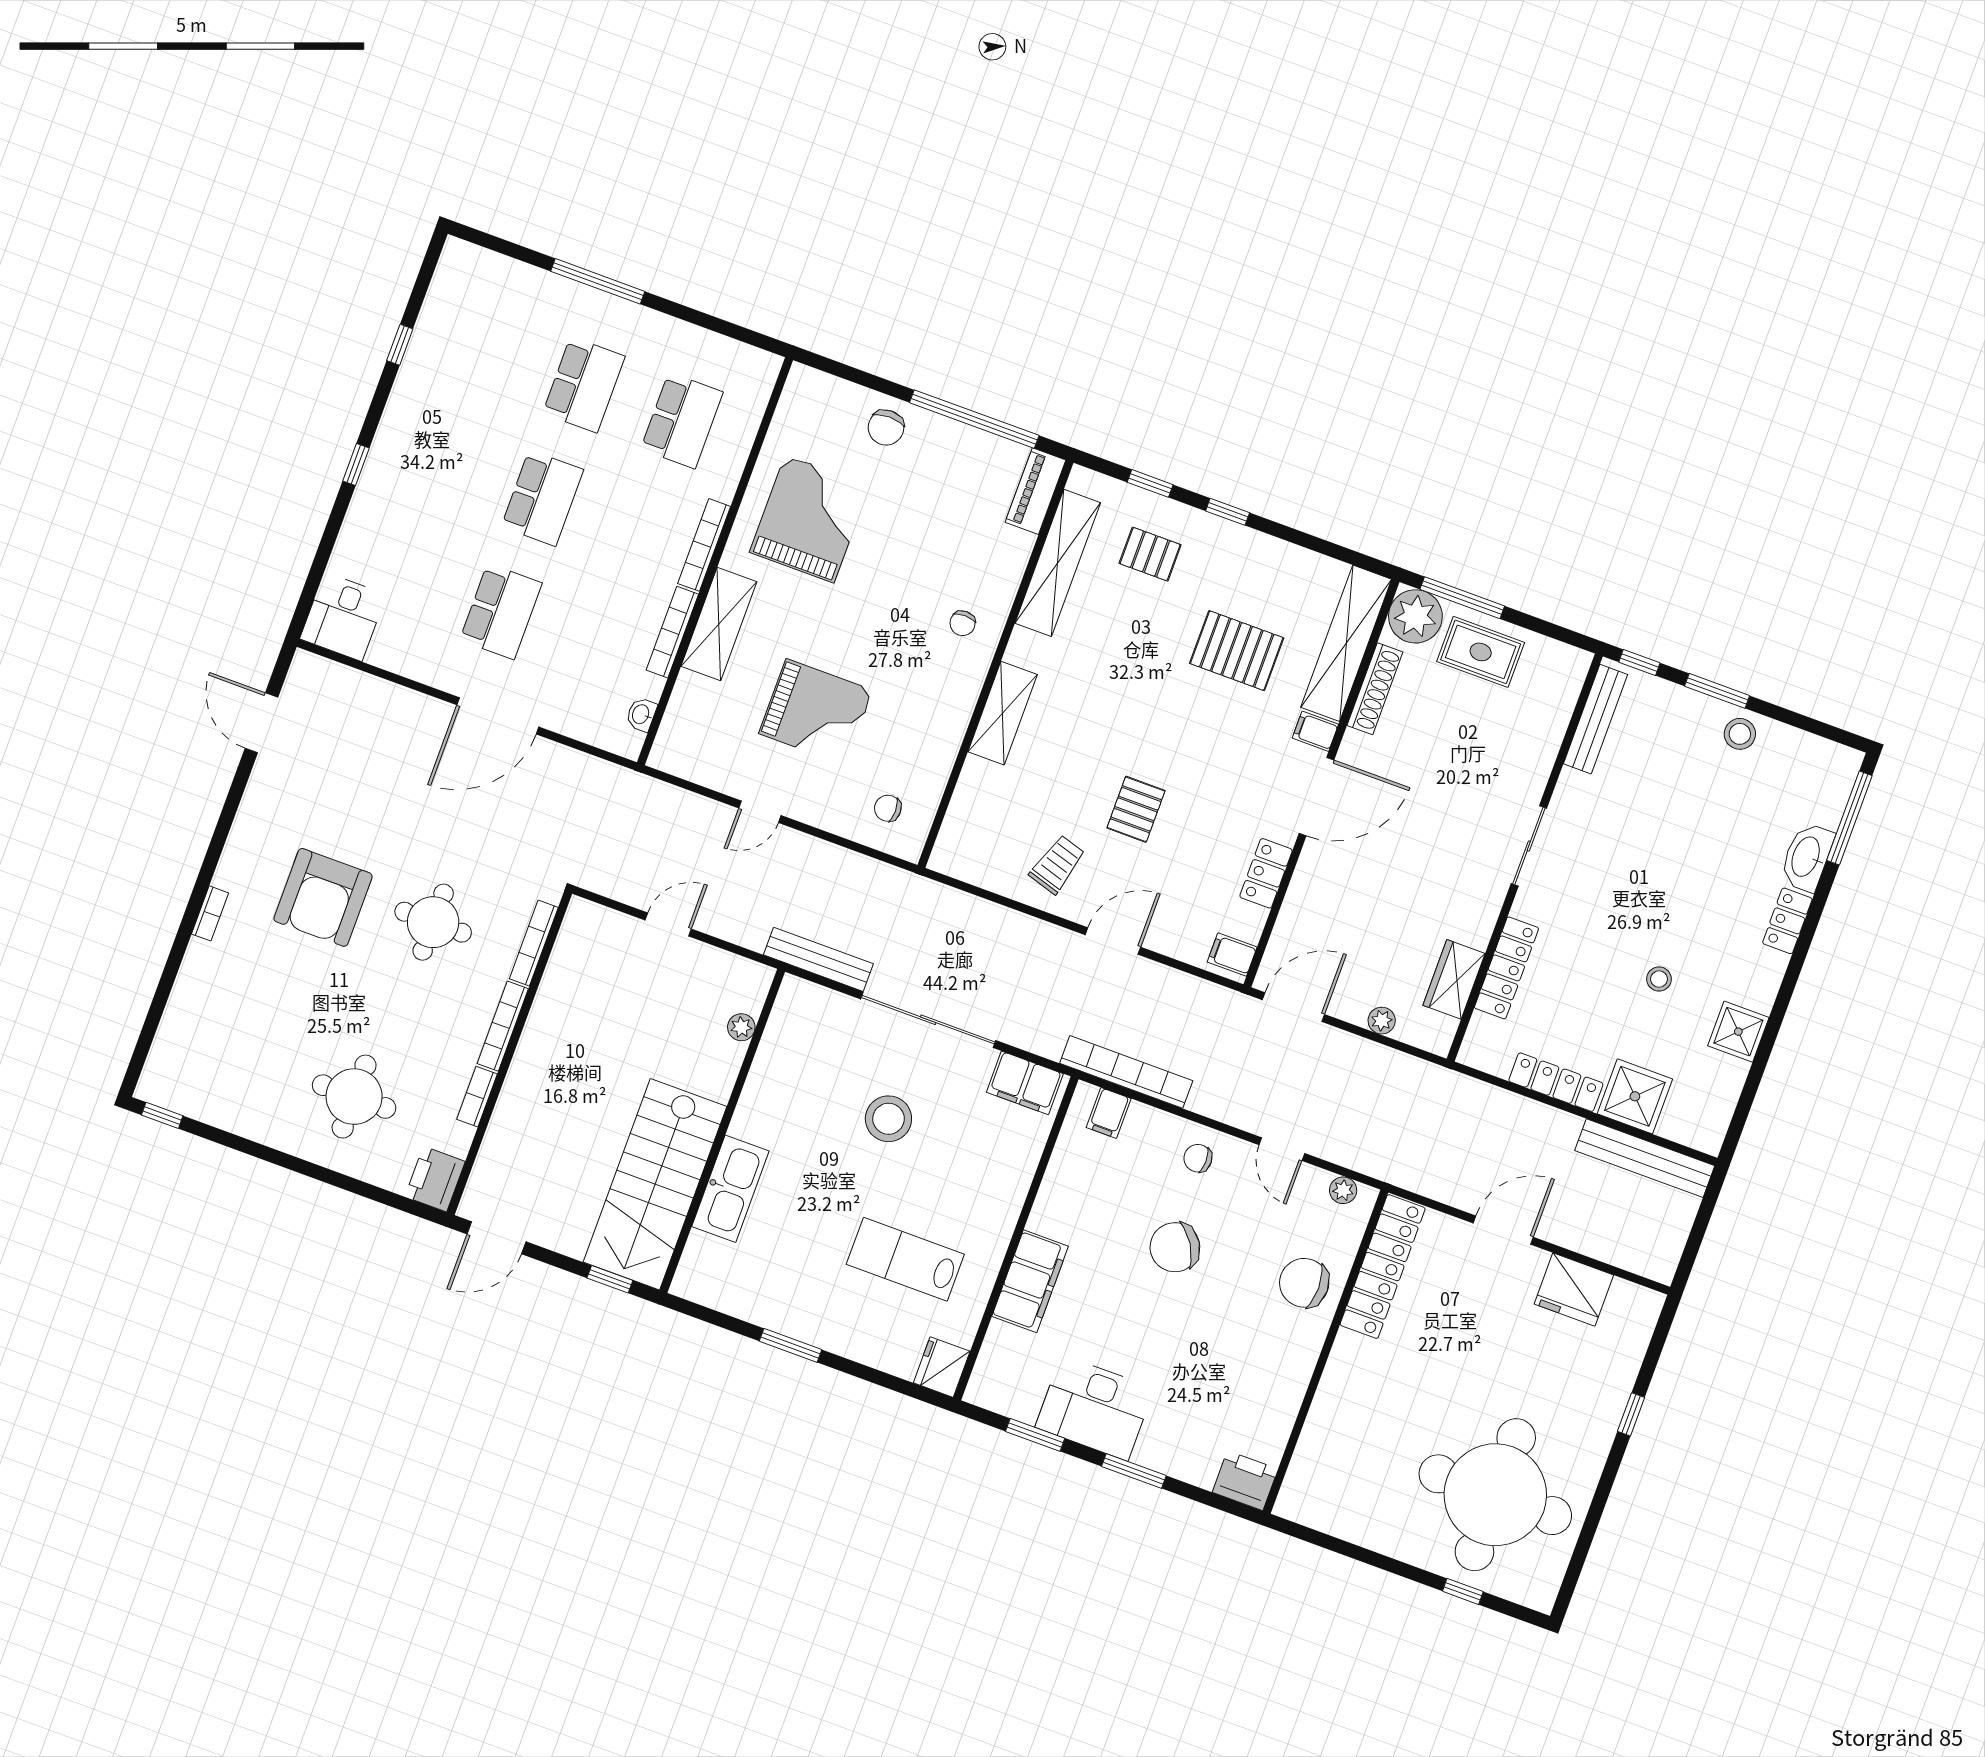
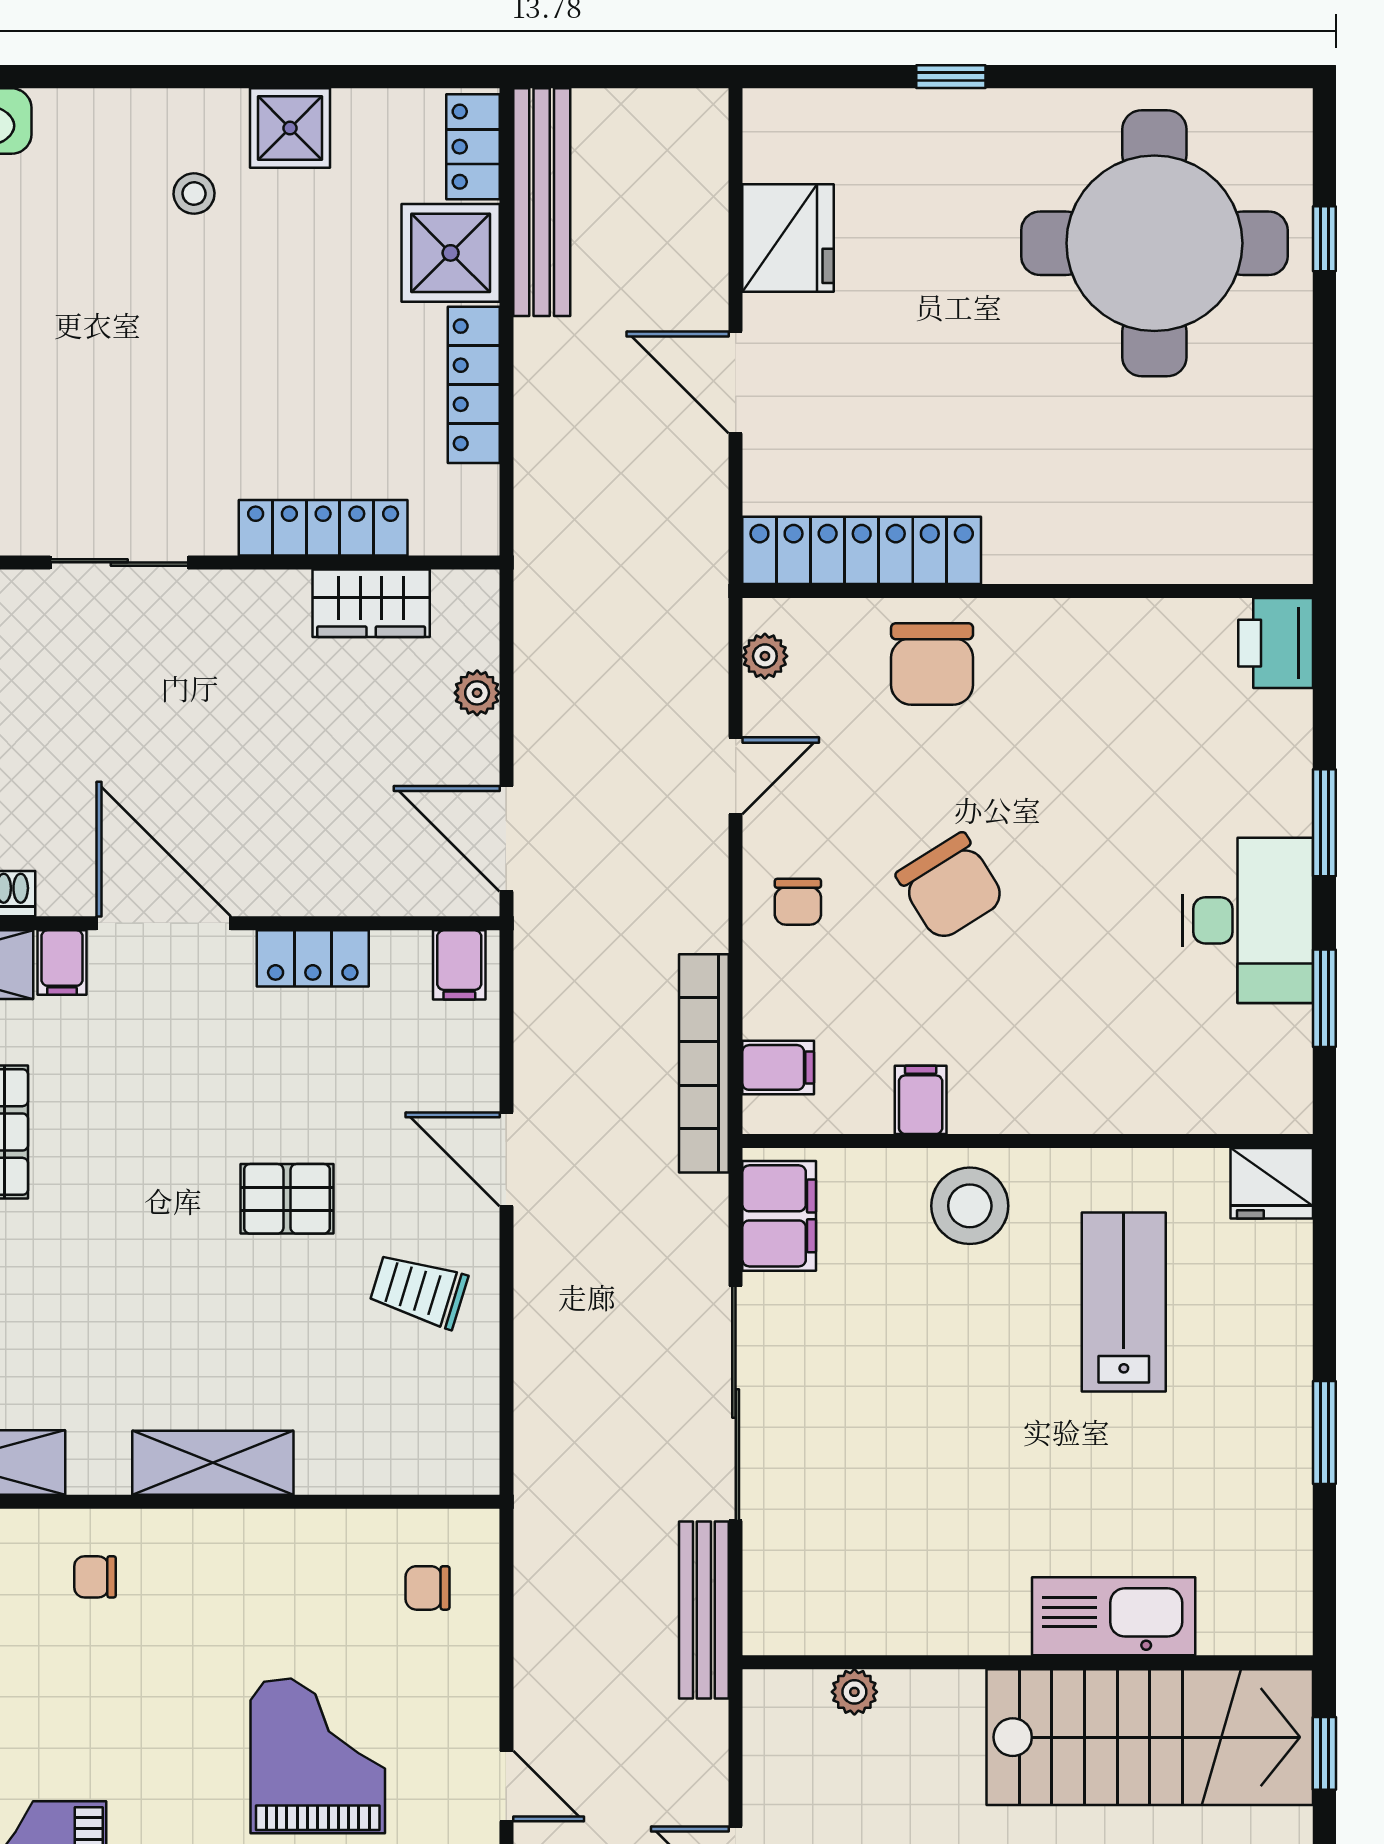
chair: (963, 623) -> (95, 1577), turned 180
chair: (888, 808) -> (428, 1588), turned 90
locker: (1787, 921) -> (473, 147), moved, turned 90
stool: (1659, 979) -> (194, 194), moved
stool: (888, 1119) -> (970, 1206), moved
lab bench: (905, 1259) -> (1124, 1302), turned 180
filing cabinet: (1030, 1281) -> (921, 1100), moved, width x0.33, depth x0.86

